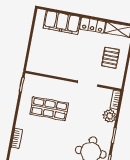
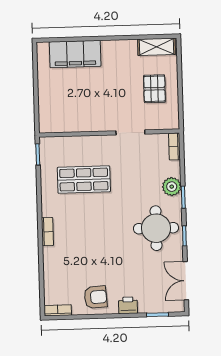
locker: (93, 25) -> (119, 48), removed
plant: (110, 116) -> (172, 187), moved

